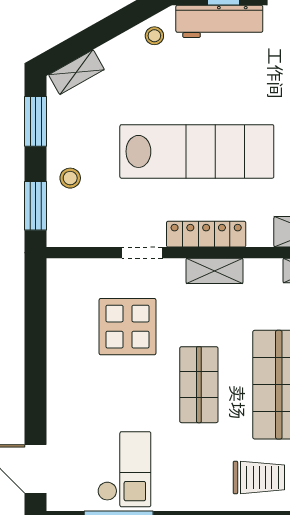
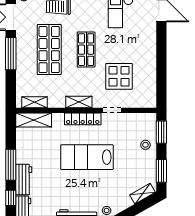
lab bench: (197, 151) -> (87, 157), width x0.73

